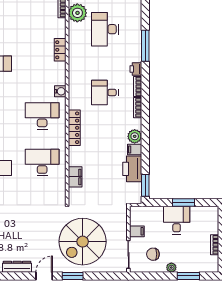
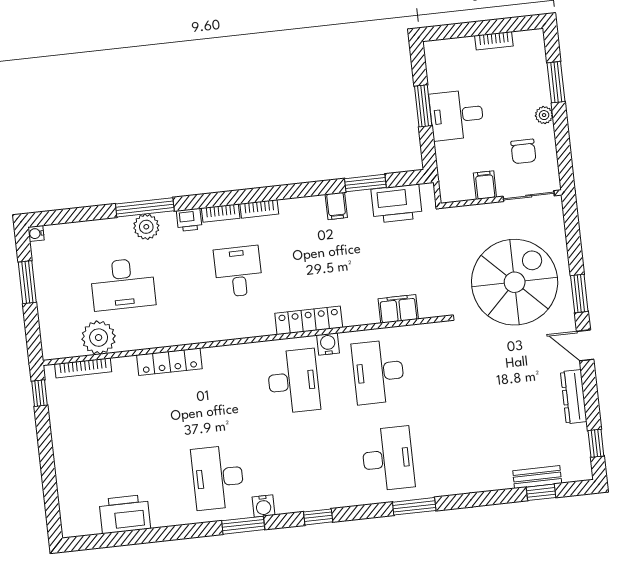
locker: (60, 50) -> (169, 362), width x1.53
water cooler: (60, 91) -> (328, 344), moved
desk: (105, 92) -> (238, 271), turned 180
desk: (42, 116) -> (293, 381), turned 180
plant: (135, 136) -> (146, 227), moved
printer: (132, 169) -> (397, 204), moved
window: (145, 185) -> (365, 183), moved
spiral stairs: (83, 242) -> (515, 282), turned -90

